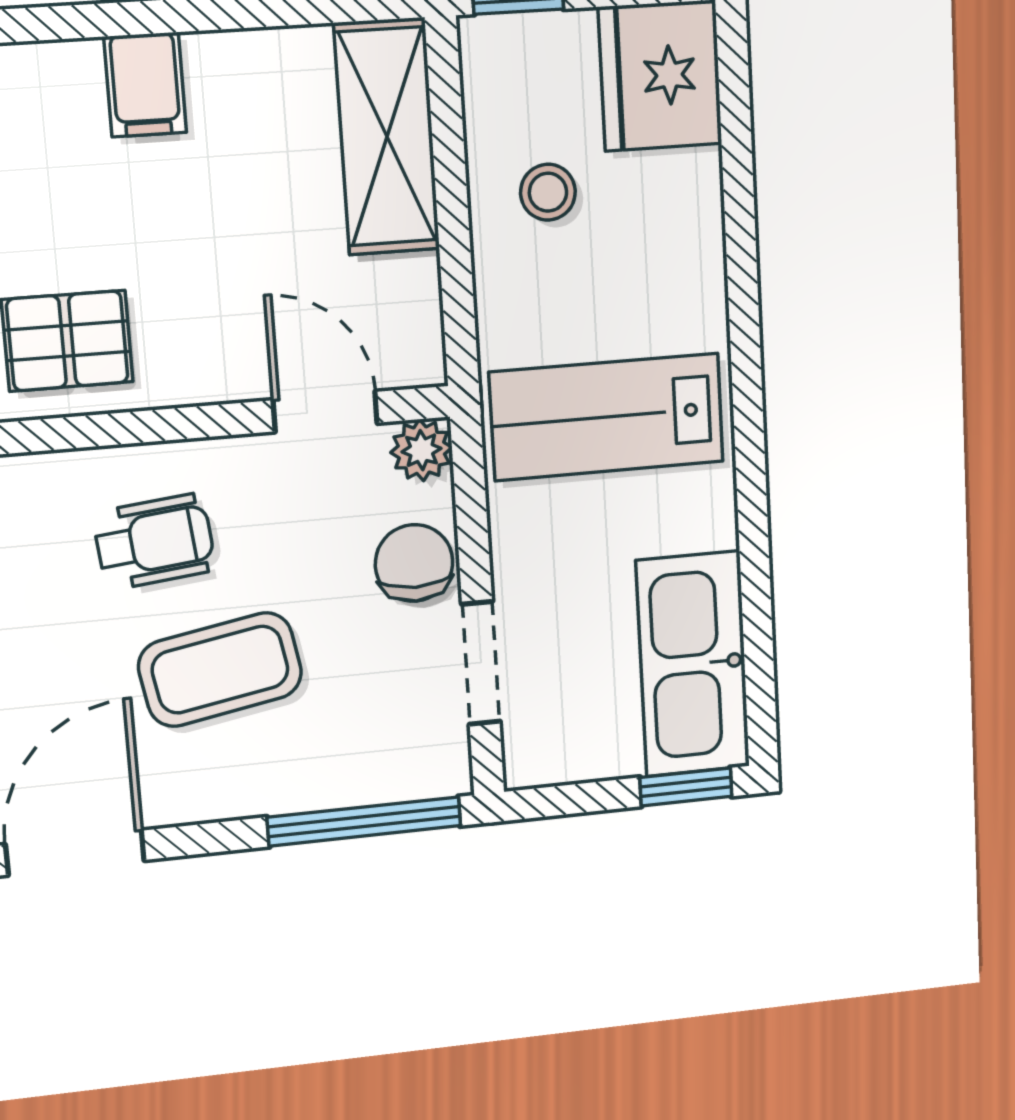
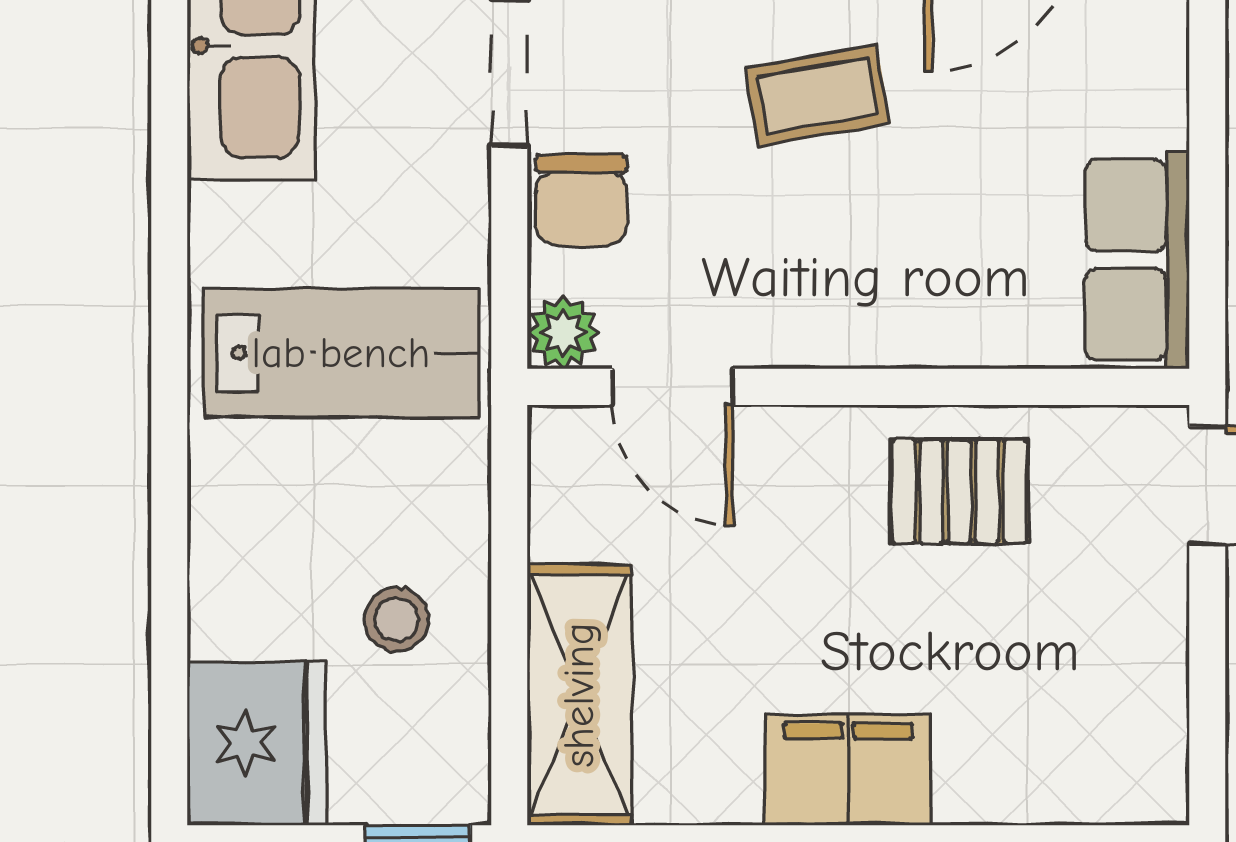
filing cabinet: (145, 85) -> (848, 770), width x2.00
wheelchair: (154, 542) -> (881, 253), removed
coffee table: (220, 670) -> (818, 96), width x0.73, depth x0.77

